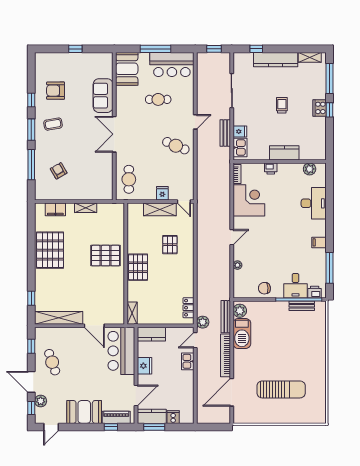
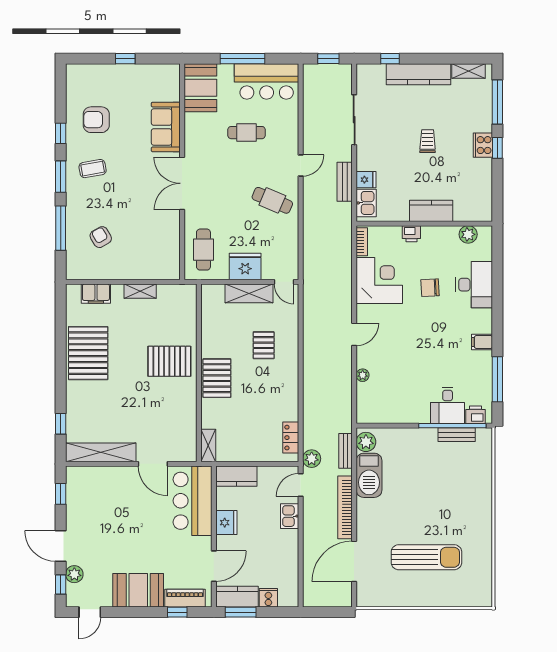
fridge: (162, 193) -> (245, 267), width x1.88, depth x1.34
chair: (264, 288) -> (430, 288), moved
bench: (226, 317) -> (346, 451), width x0.73
cafe table: (52, 362) -> (91, 517), removed

